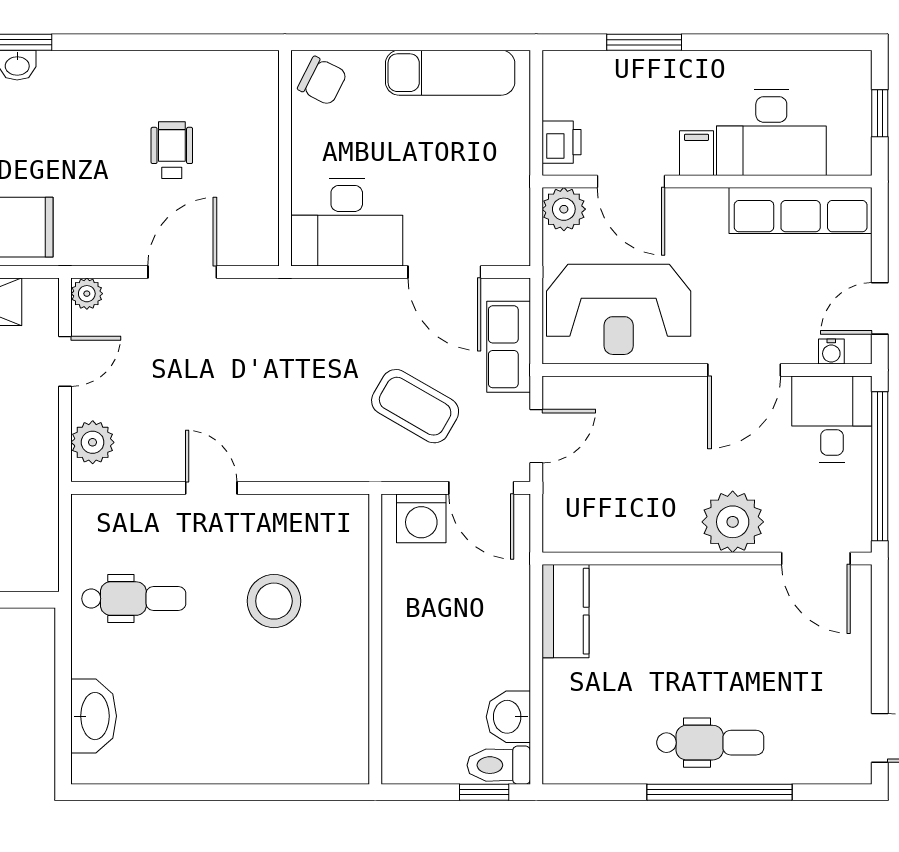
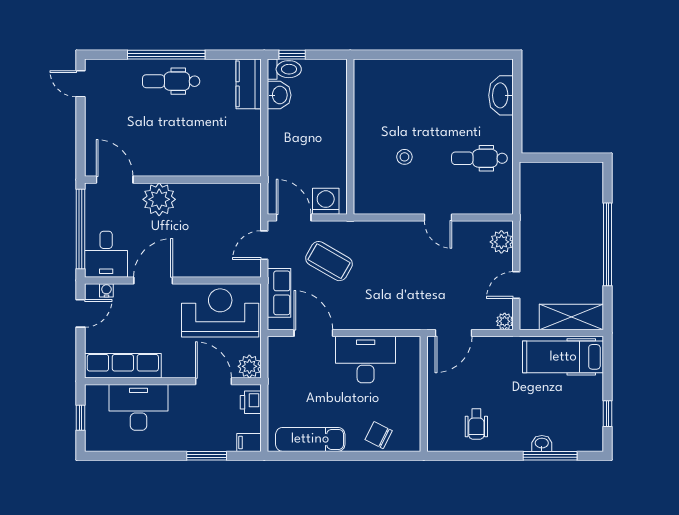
wheelchair: (172, 150) -> (476, 424), moved
filing cabinet: (696, 153) -> (249, 442), moved, turned 90
wall: (285, 158) -> (424, 394), moved
stool: (274, 601) -> (404, 157), width x0.53, depth x0.53
kitchen counter: (566, 611) -> (249, 84), moved

